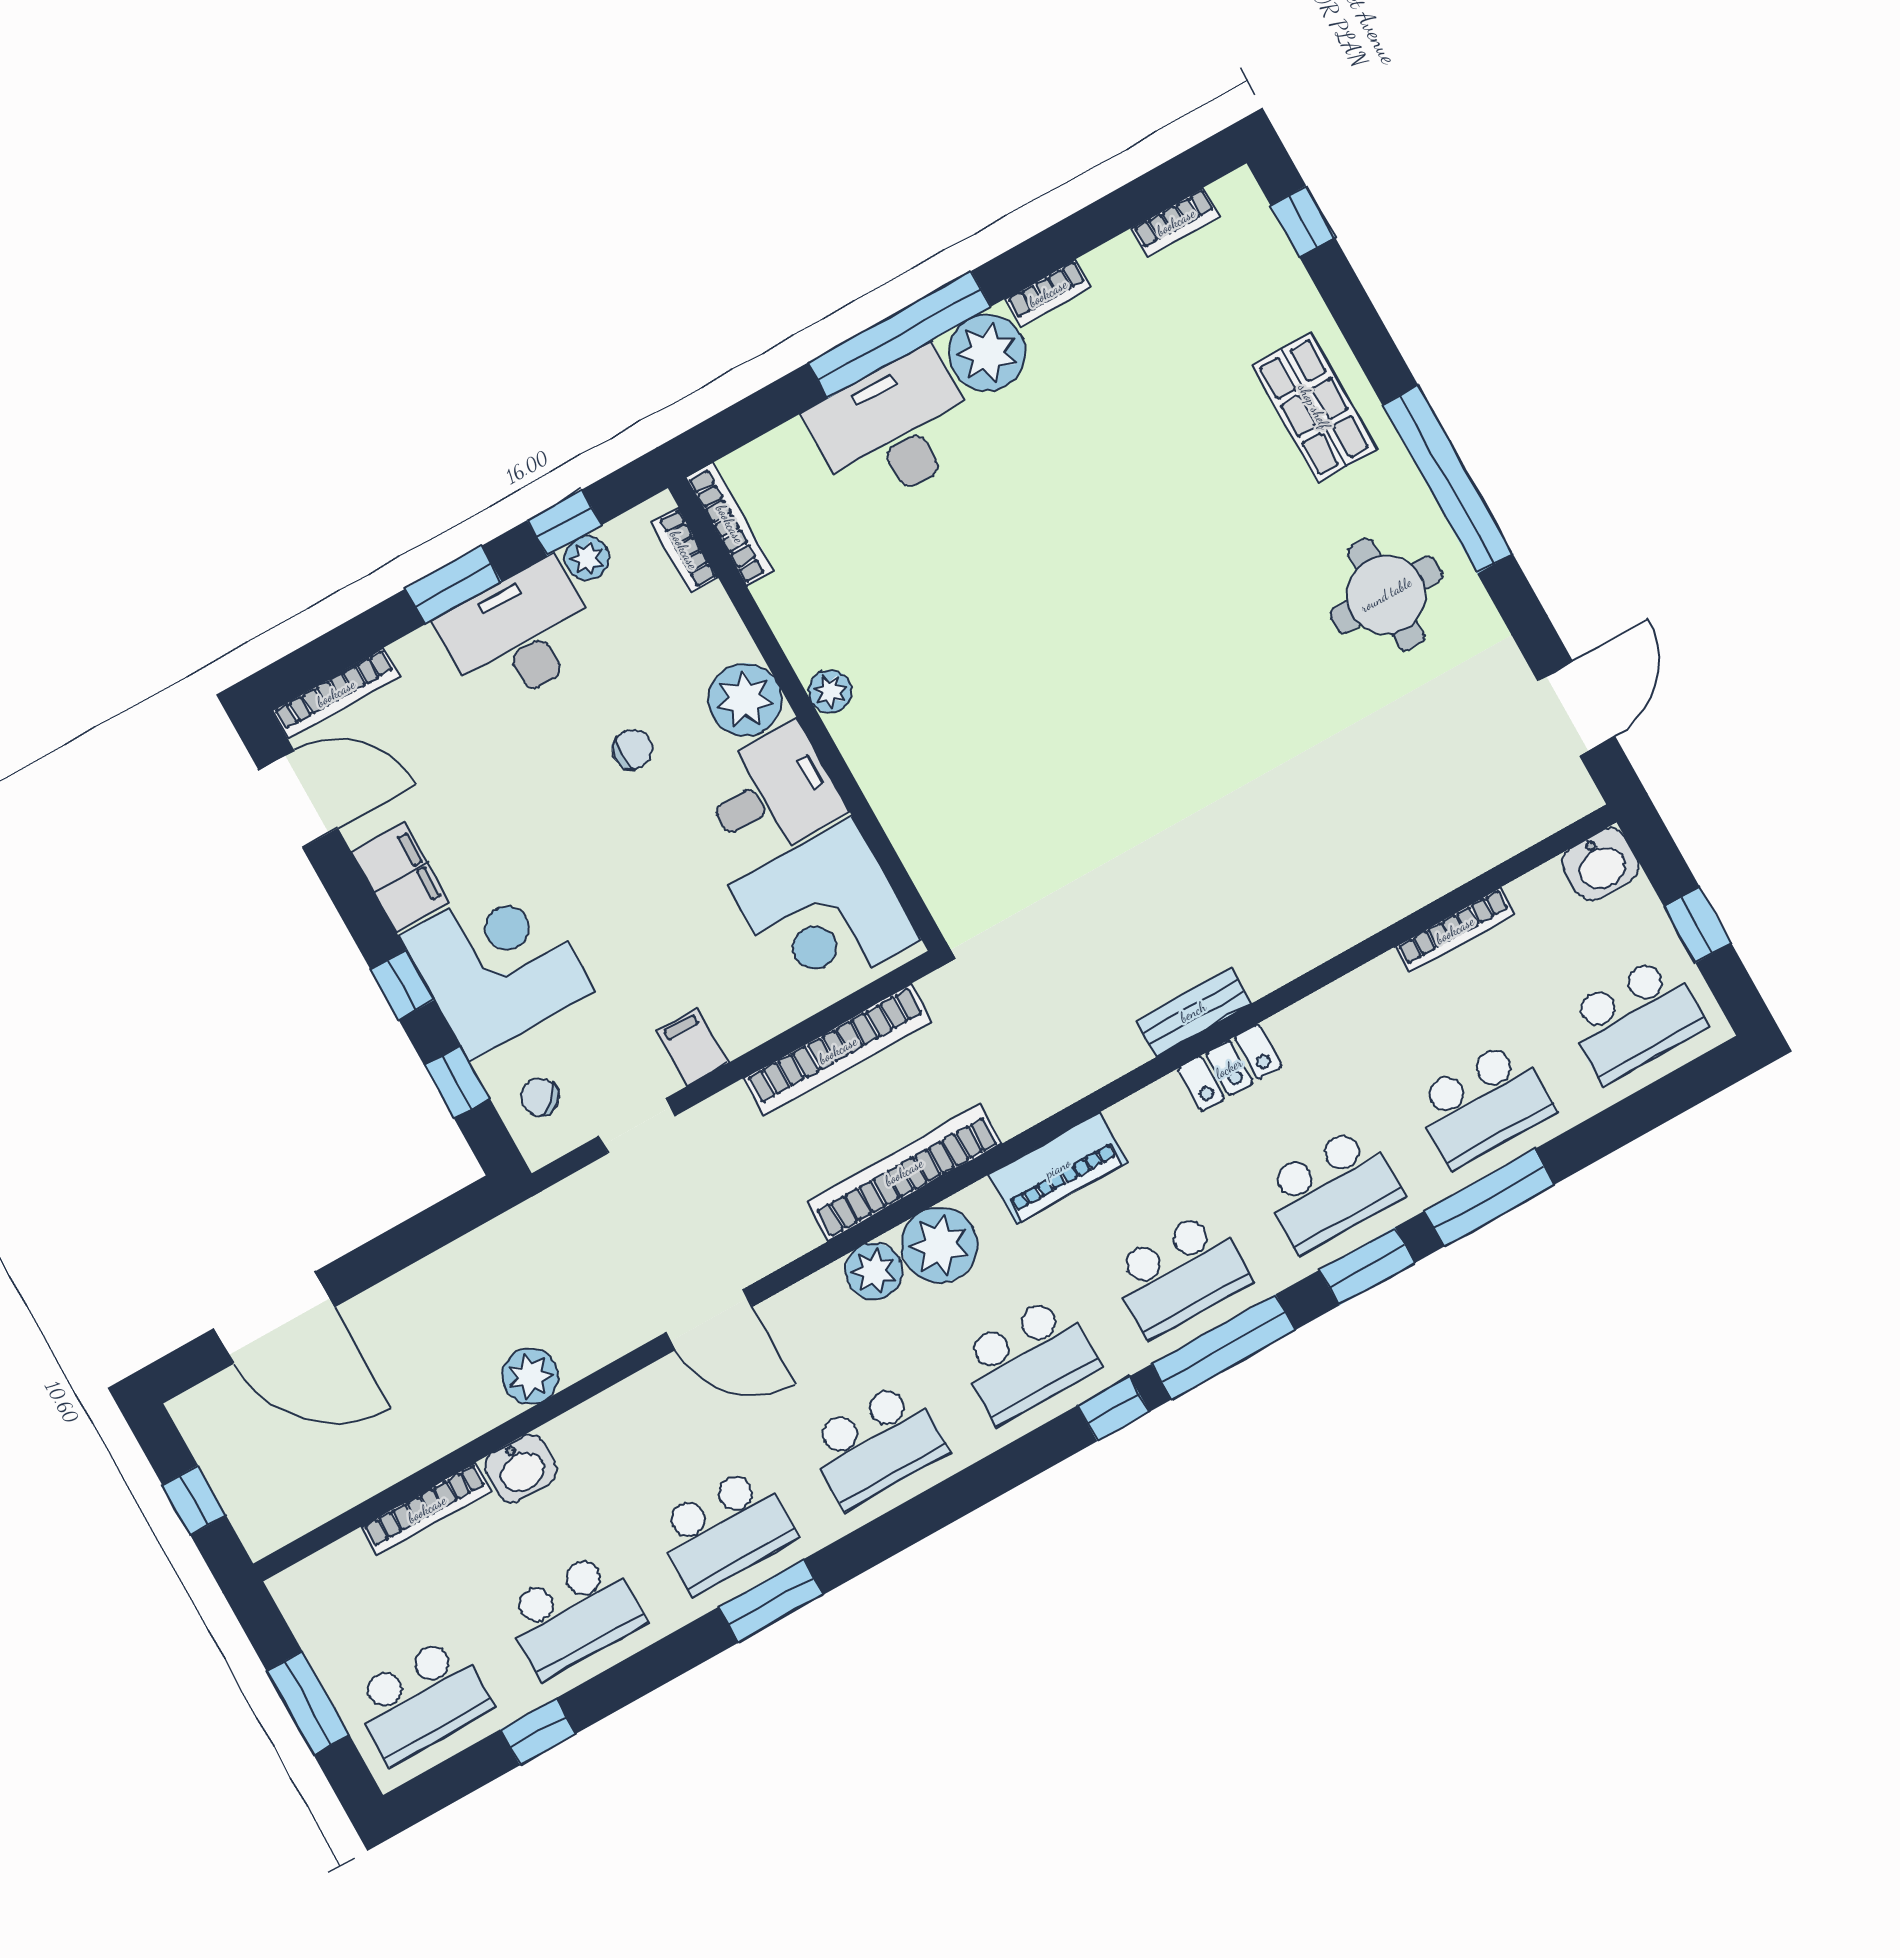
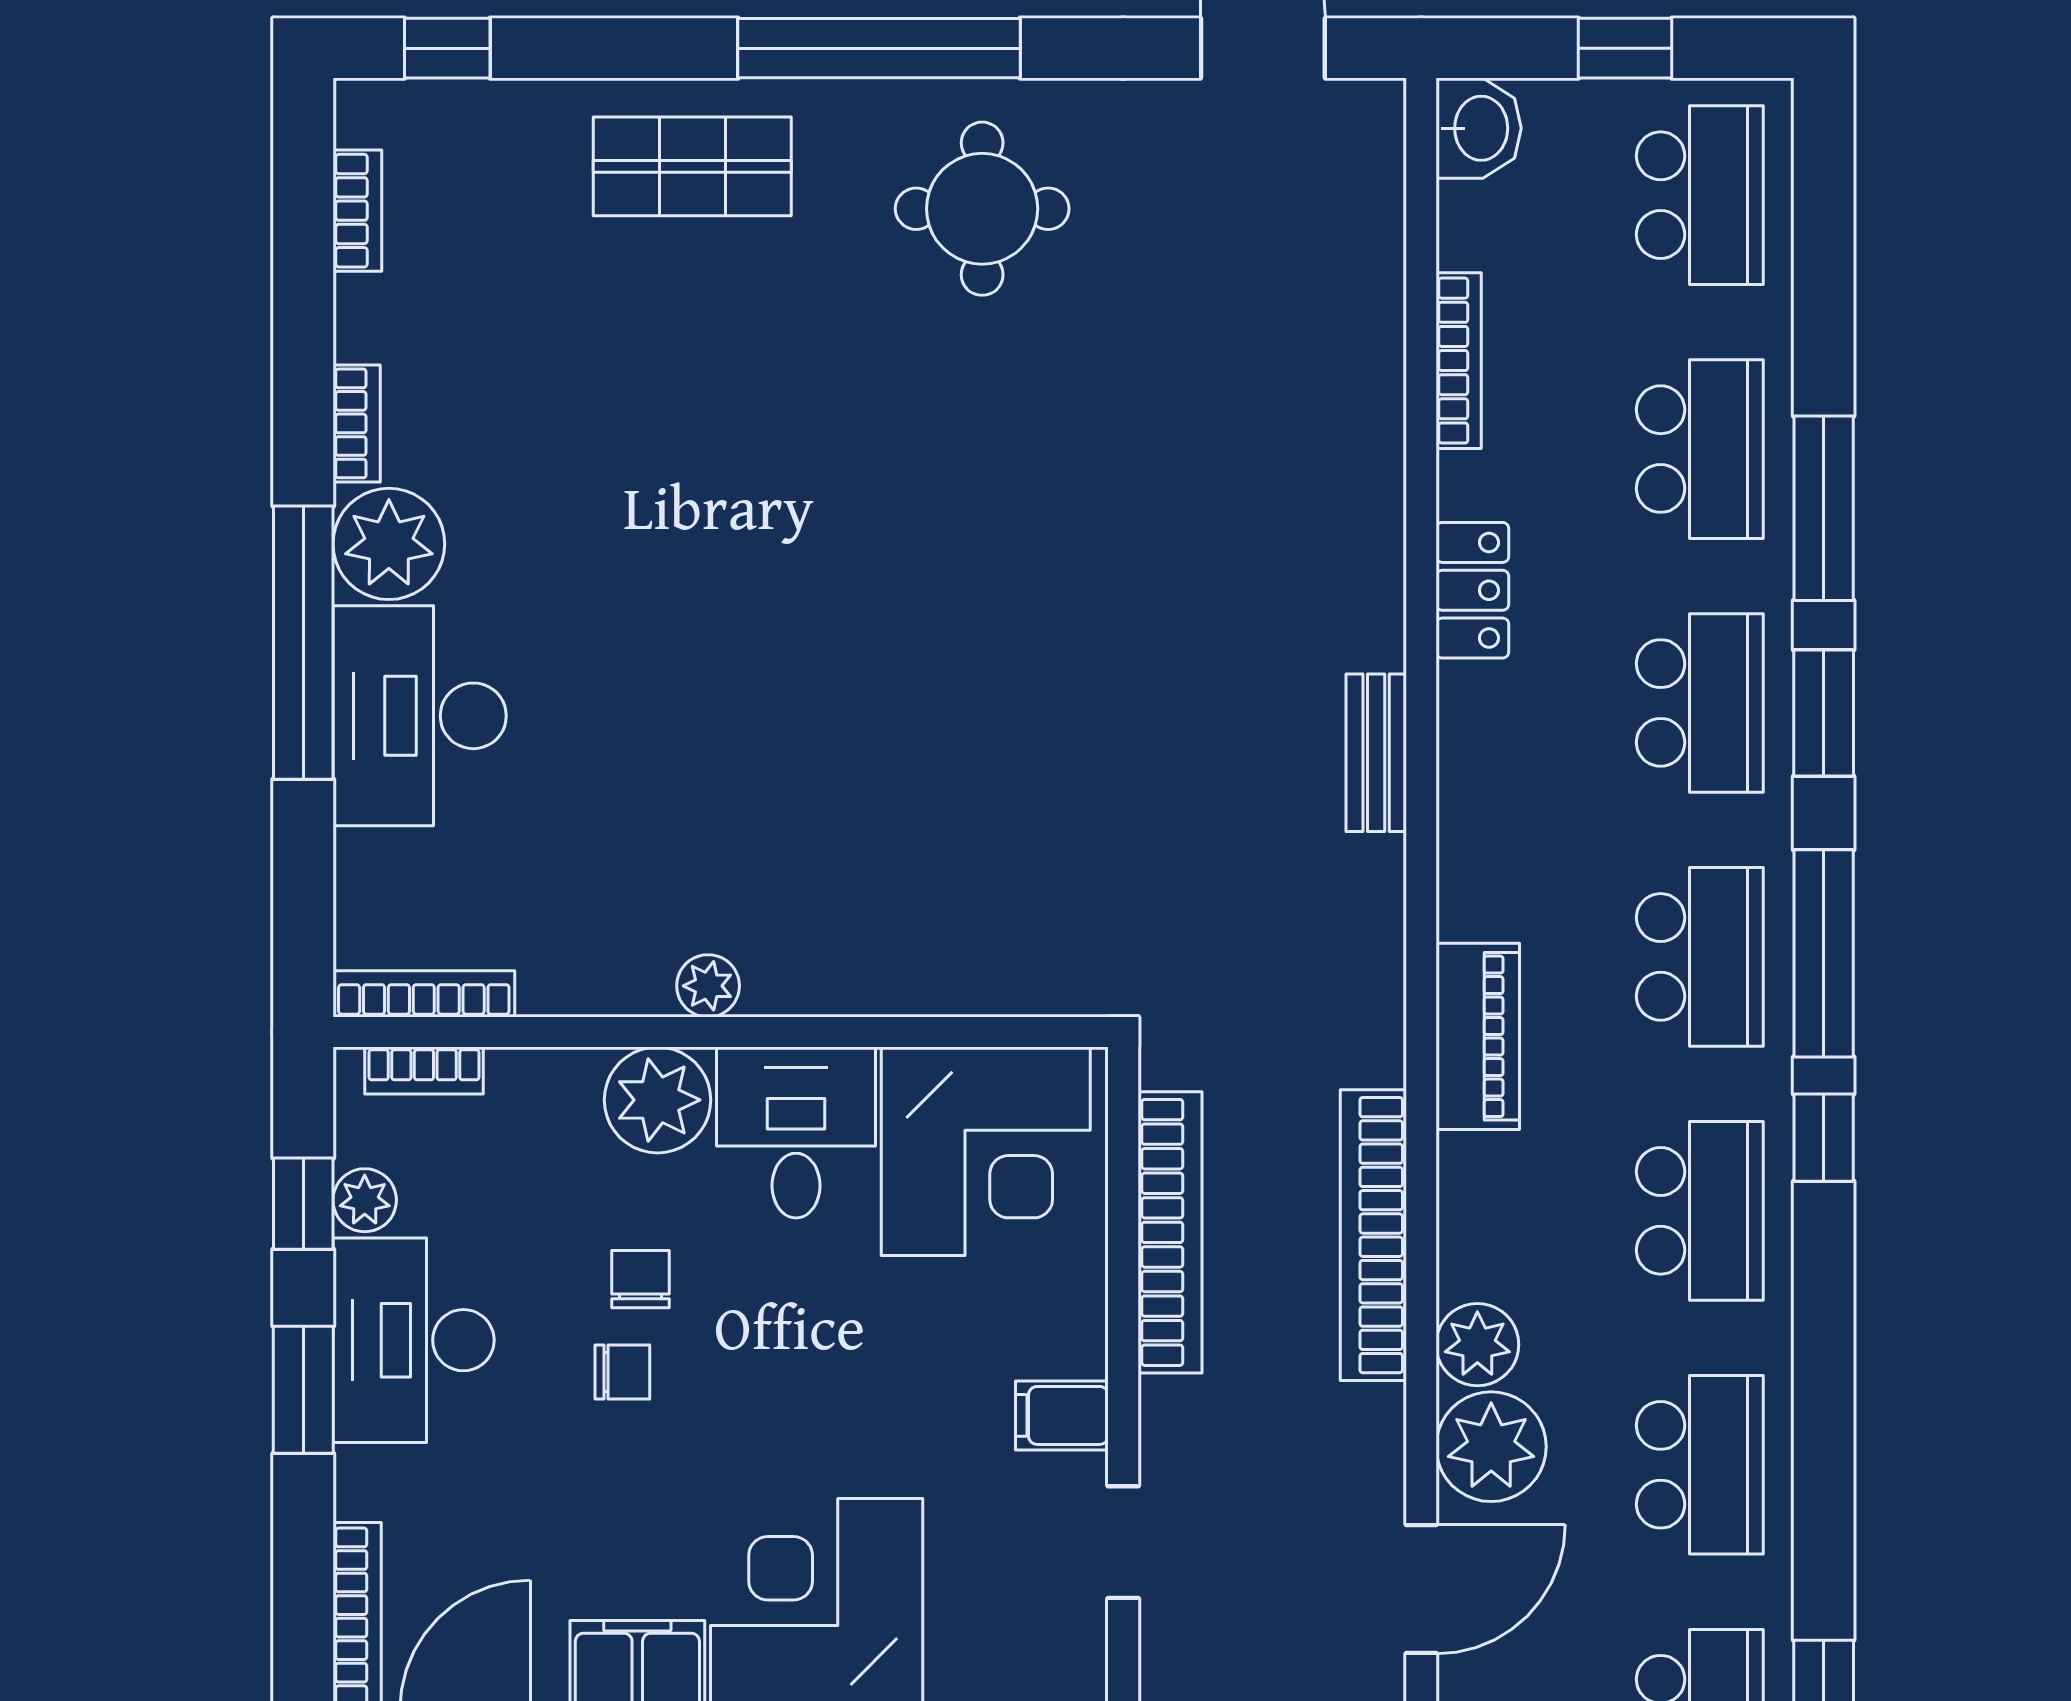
locker: (1229, 1068) -> (1472, 590), moved
chair: (540, 1097) -> (622, 1372), moved, turned -138
plant: (939, 1245) -> (1491, 1447), moved

